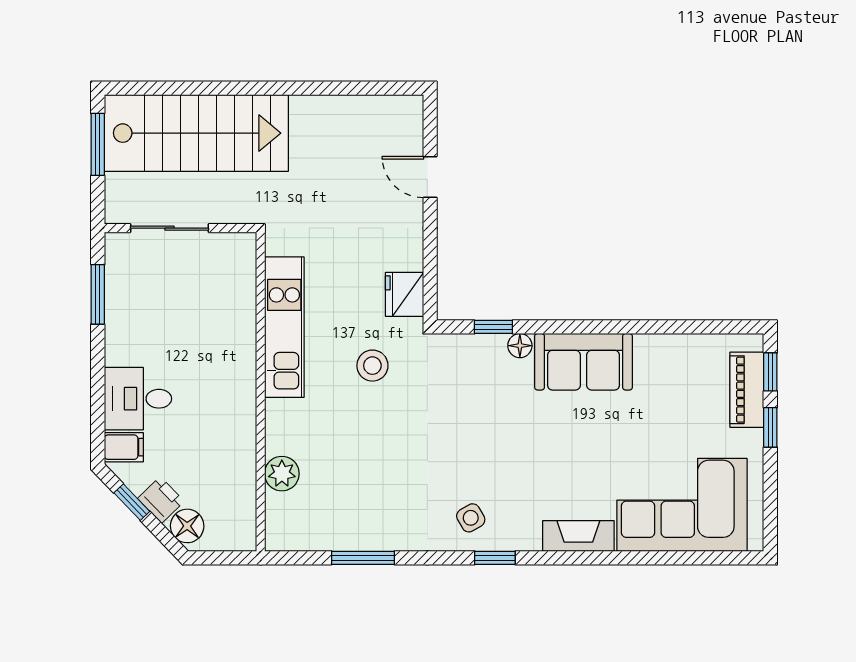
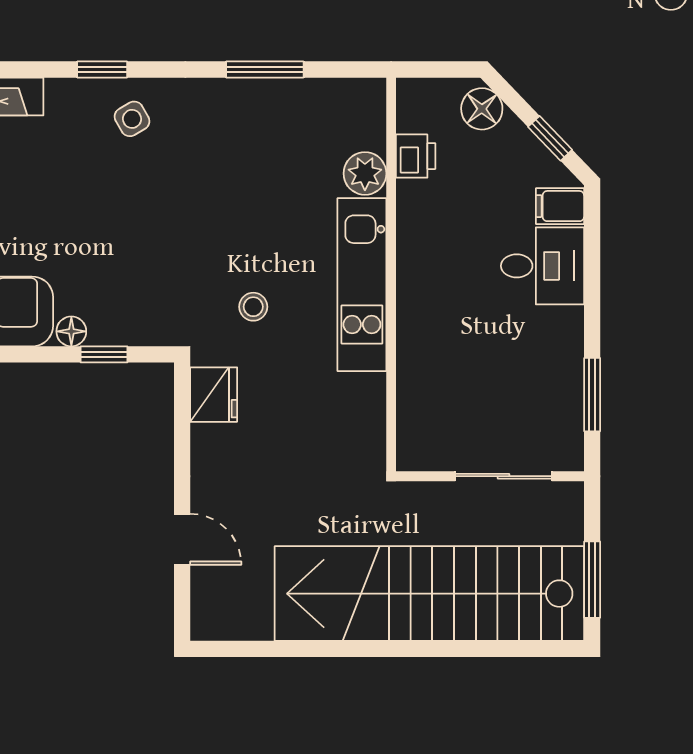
stairs: (196, 133) -> (429, 594), width x1.36
kitchen unit: (284, 327) -> (362, 285), moved
stool: (372, 366) -> (253, 307), width x0.73, depth x0.73
printer: (161, 500) -> (416, 156), moved, turned -136

